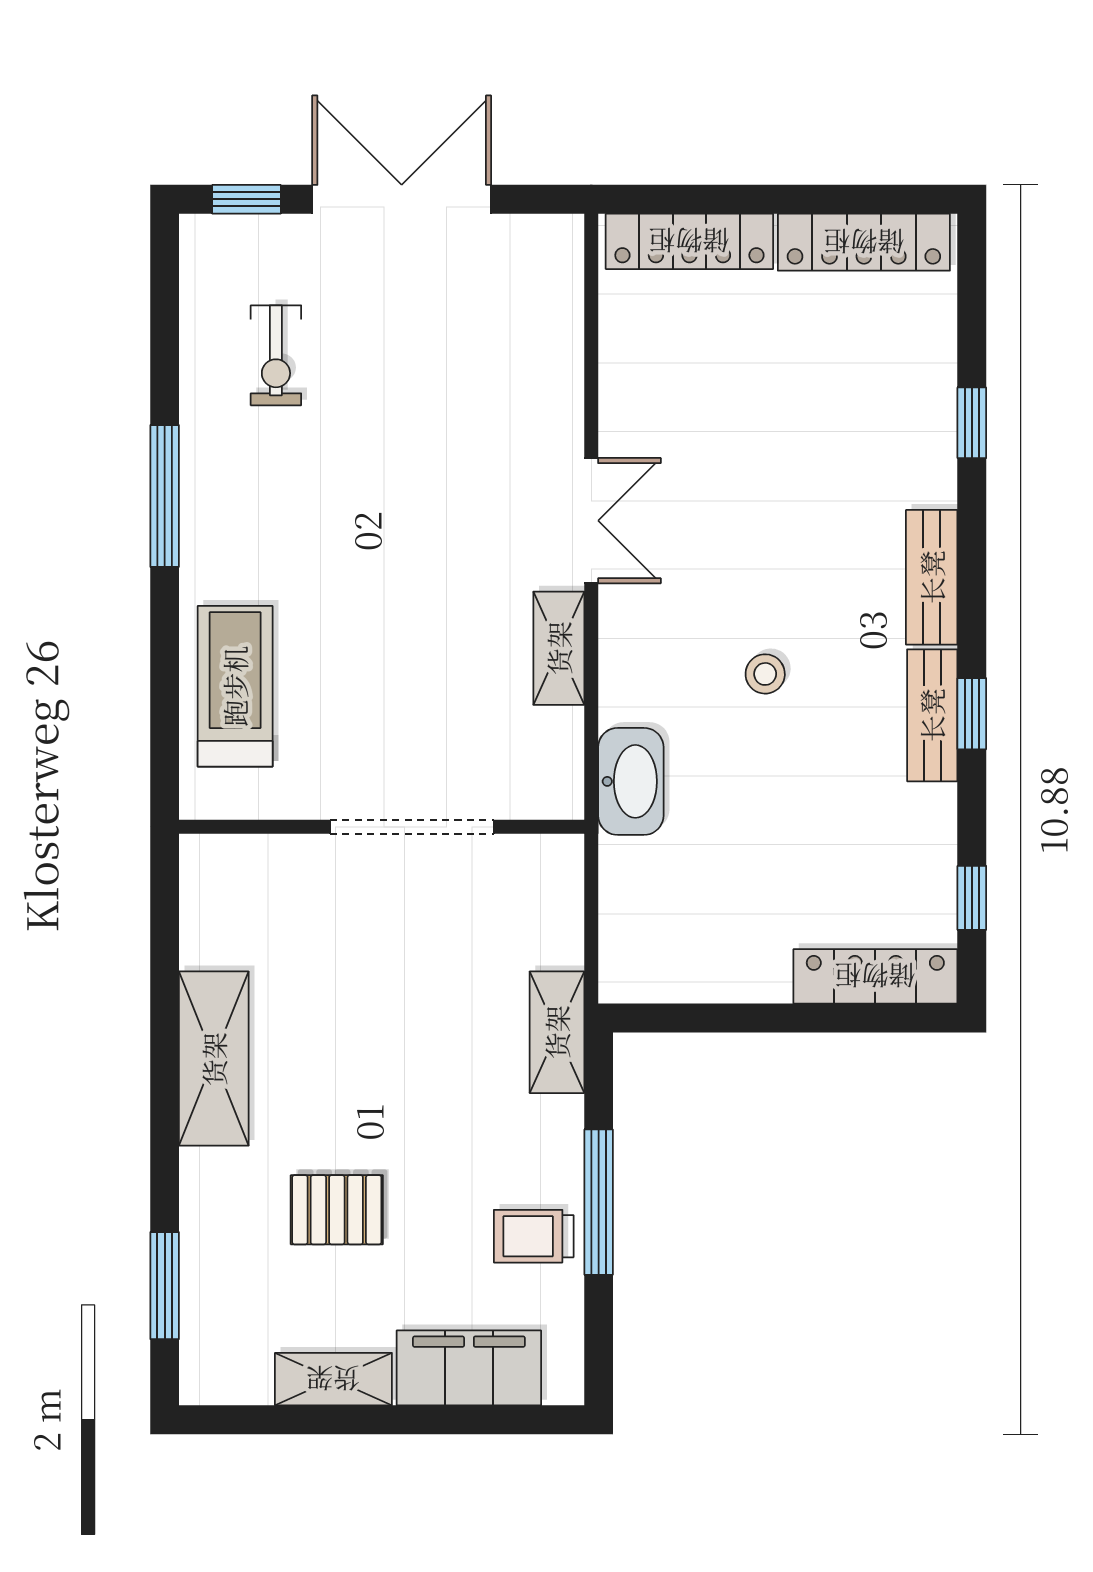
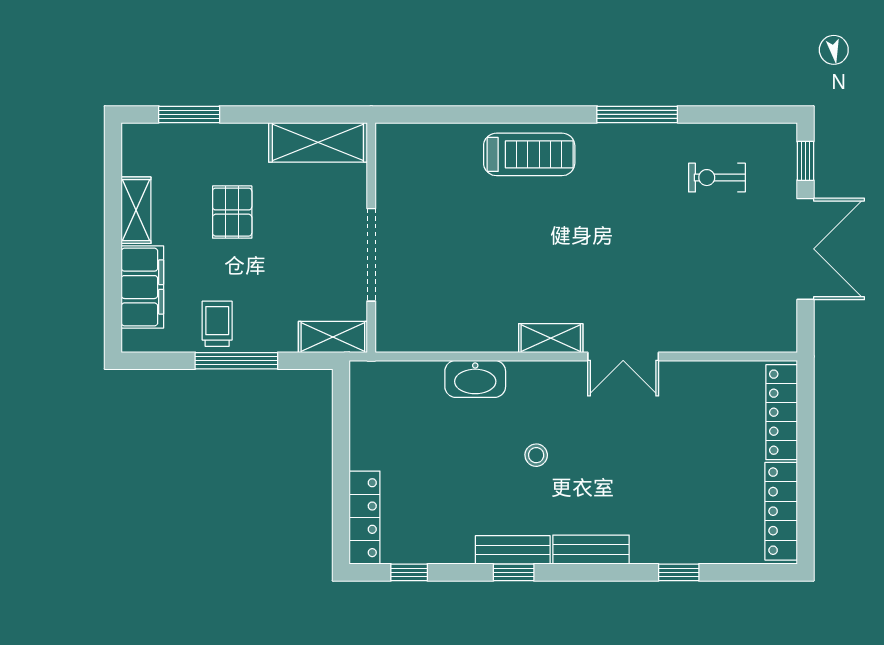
wall: (382, 827) -> (371, 238), moved
doorway: (412, 827) -> (371, 255), moved

